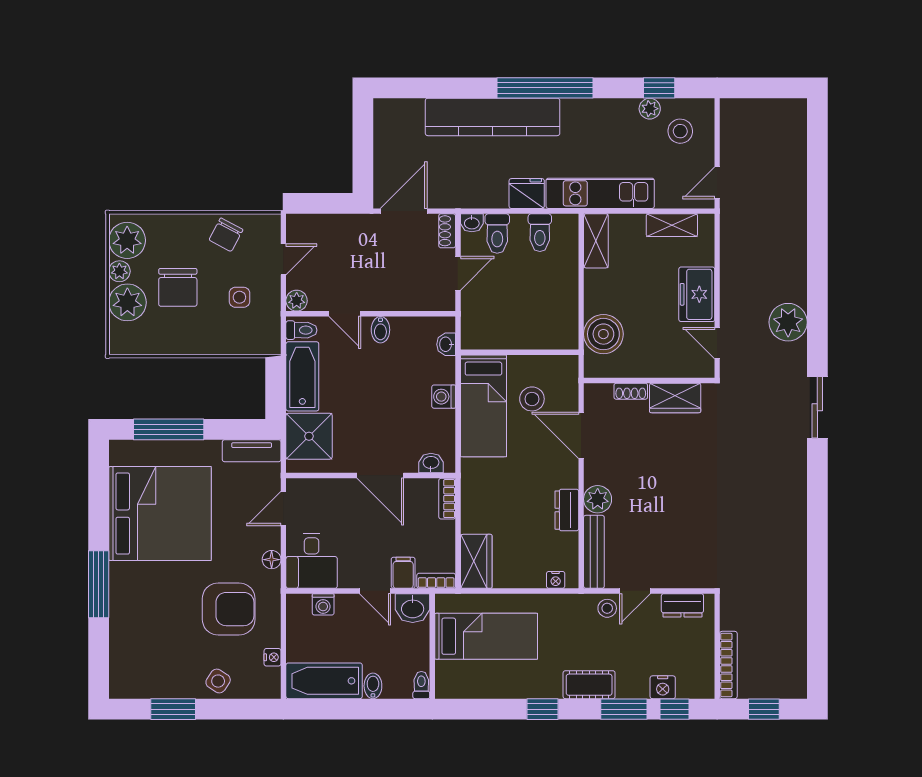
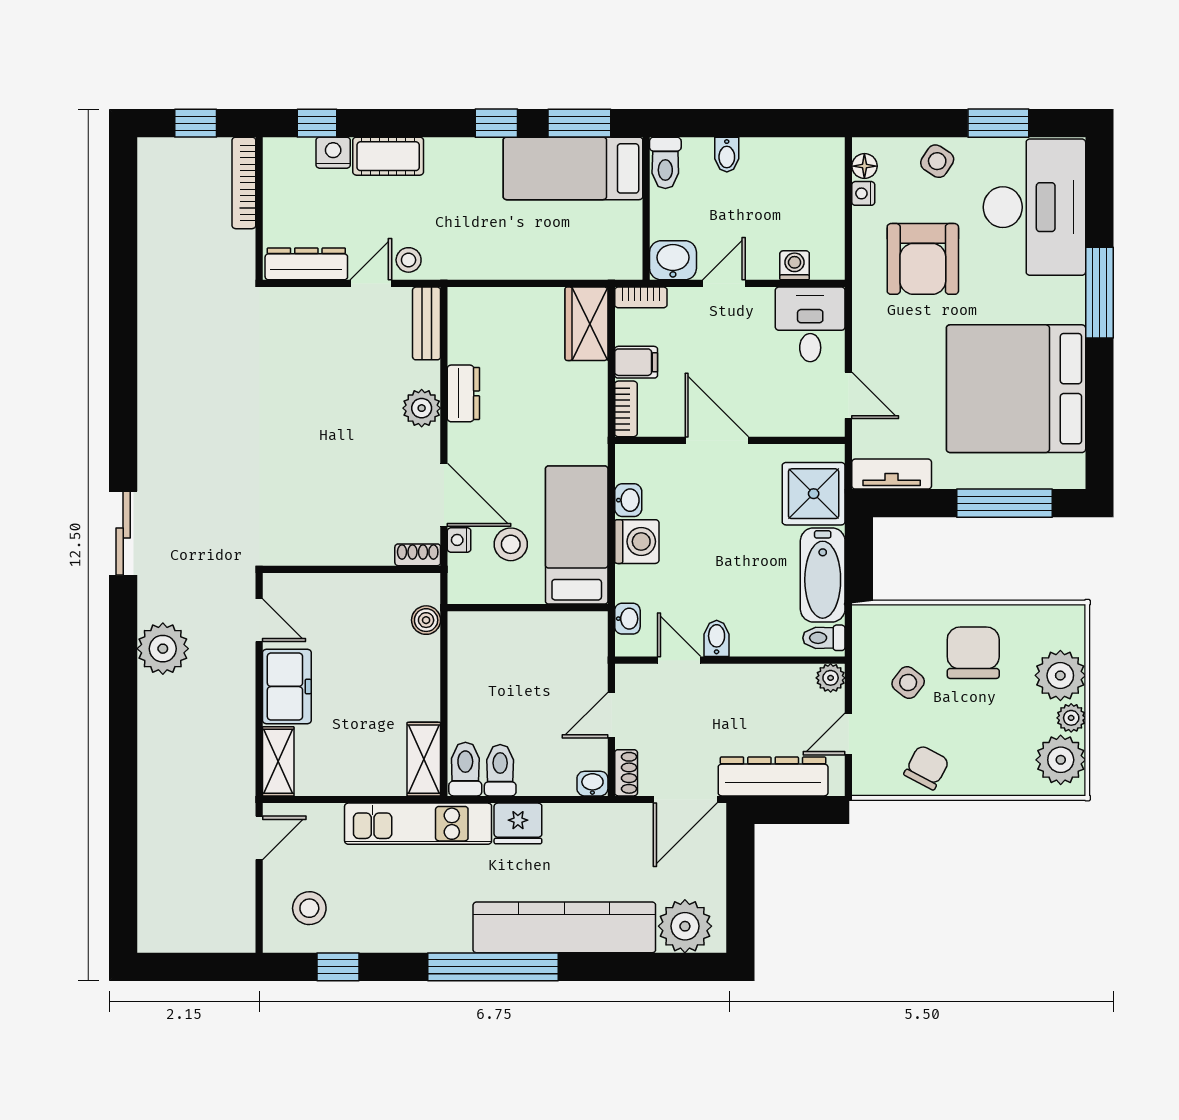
plant: (650, 109) -> (685, 926), moved, width x1.88, depth x1.88
shelving: (672, 225) -> (278, 761), moved, turned 90
dresser: (339, 228) -> (773, 776), added
toilet: (497, 234) -> (465, 769), moved
chair: (178, 287) -> (973, 653), moved
side table: (239, 297) -> (908, 683), turned 38
door: (345, 314) -> (679, 660), moved
boiler: (603, 334) -> (426, 620), width x0.54, depth x0.54
shoe rack: (631, 391) -> (418, 555), moved
washing machine: (444, 397) -> (637, 542), width x1.38, depth x1.38
wardrobe: (675, 398) -> (316, 546), removed
washbasin: (431, 463) -> (628, 500), moved, turned -90
door: (283, 509) -> (848, 395), hinge flipped
bench: (594, 552) -> (427, 323), width x0.73
floor lamp: (272, 560) -> (864, 166), moved
filing cabinet: (403, 573) -> (636, 362), moved, turned -90
nightstand: (556, 580) -> (459, 540), moved, turned -90
door: (375, 591) -> (724, 283), hinge flipped
dresser: (682, 605) -> (306, 264), width x1.44
armchair: (229, 609) -> (923, 259), turned -90
bed: (486, 636) -> (573, 168), moved
desk: (146, 647) -> (1034, 207), added
bathtub: (324, 681) -> (793, 161), removed
toilet: (421, 685) -> (665, 163), width x1.37, depth x1.39
cot: (589, 685) -> (388, 156), moved
window: (624, 709) -> (579, 123), moved

